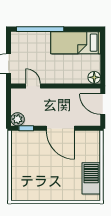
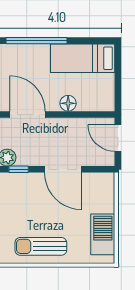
floor lamp: (94, 77) -> (68, 103), moved
door: (33, 86) -> (28, 114), width x1.88
sun lounger: (43, 188) -> (41, 246), added

